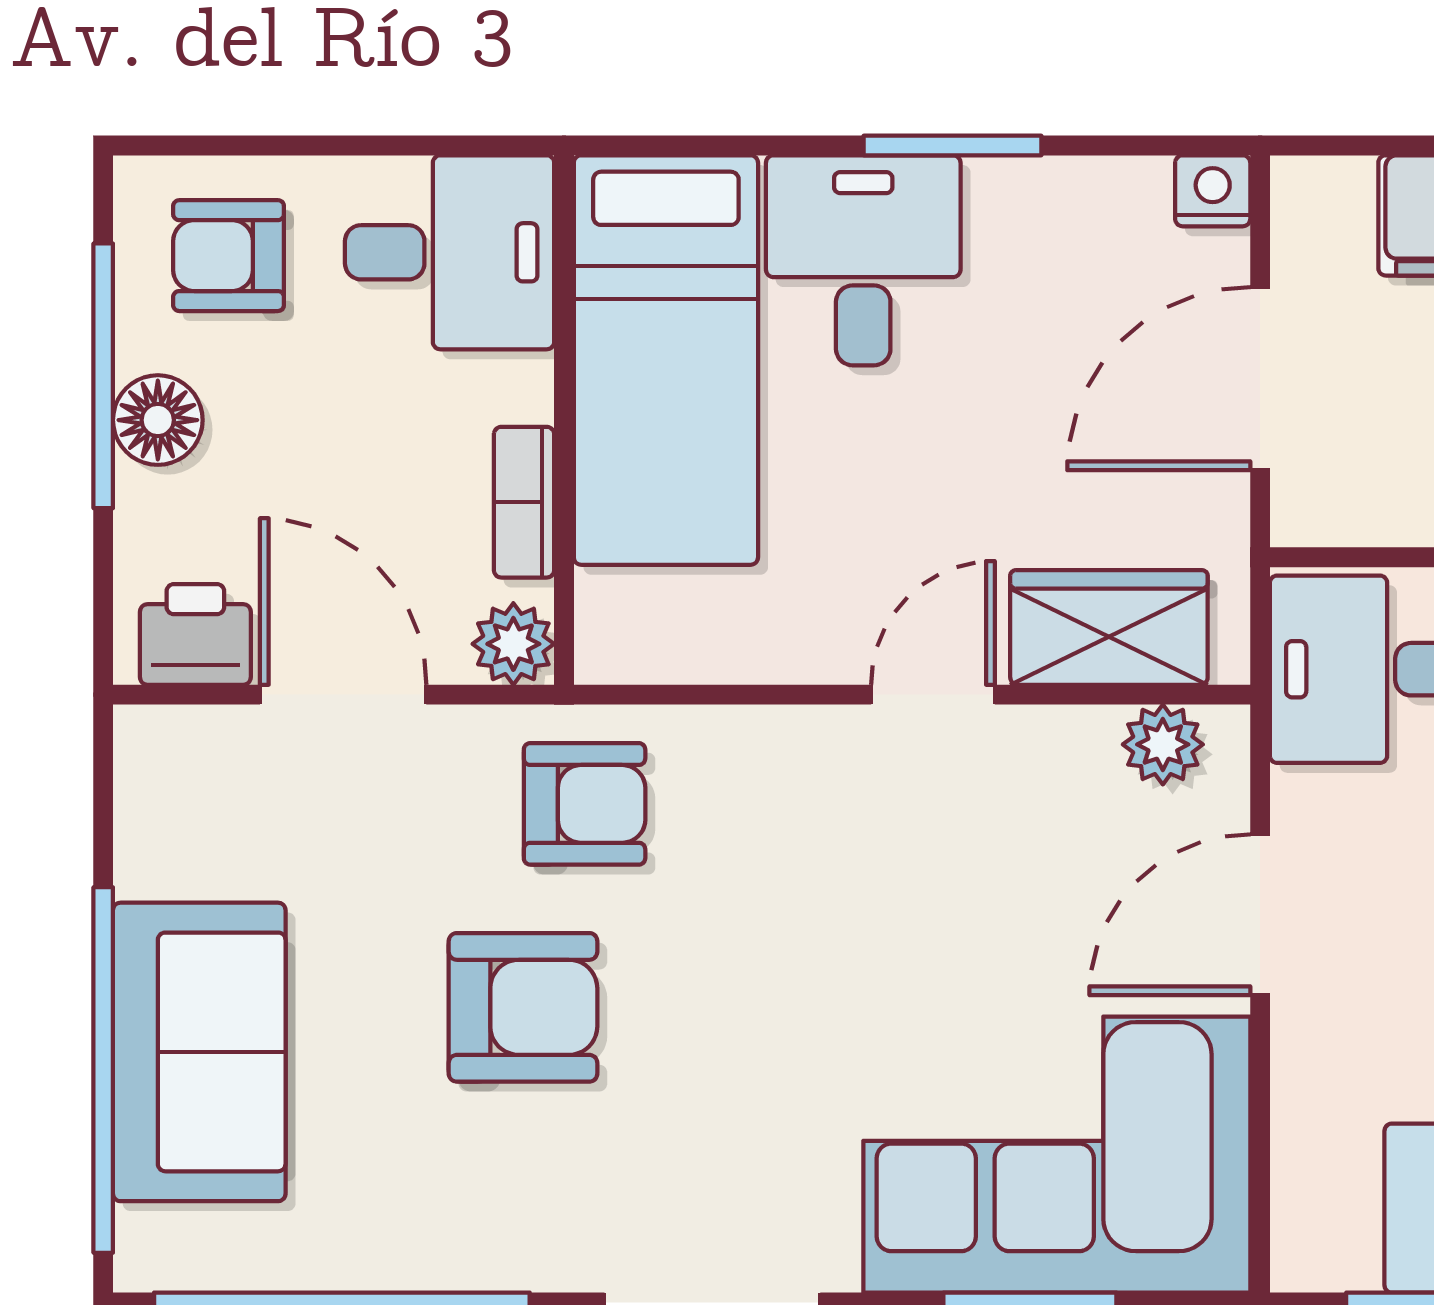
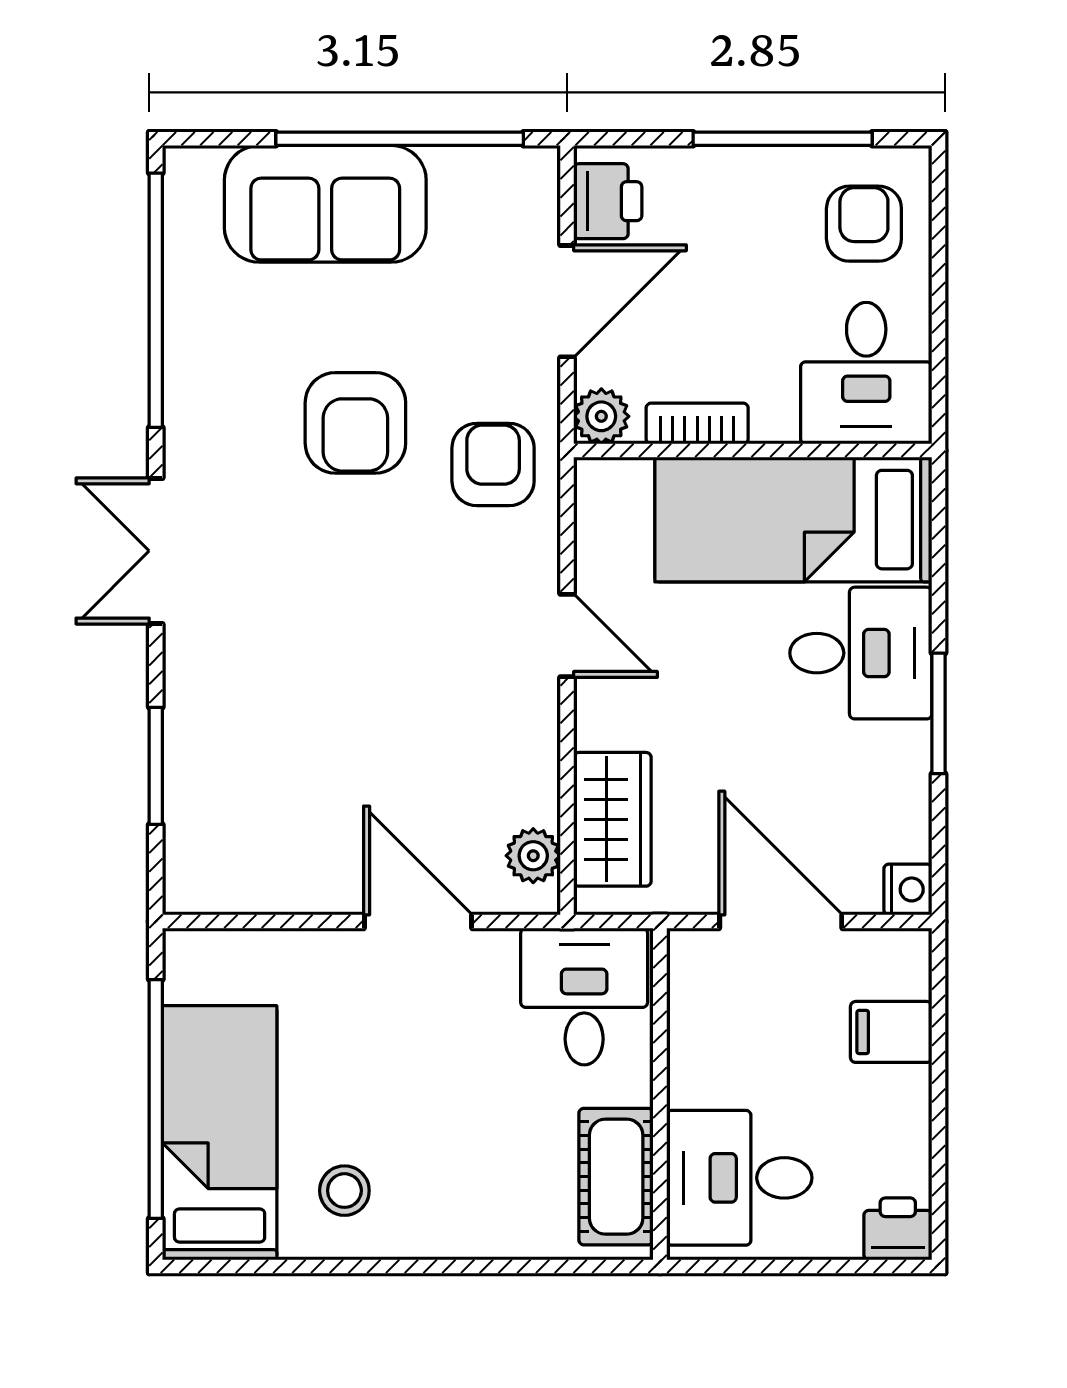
floor lamp: (158, 420) -> (753, 176), removed
door: (933, 695) -> (567, 636), moved
armchair: (585, 804) -> (493, 464), turned 180
window: (103, 1070) -> (400, 139), moved
corner sofa: (1057, 1155) -> (256, 784), removed

